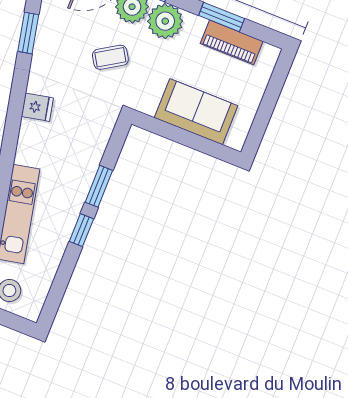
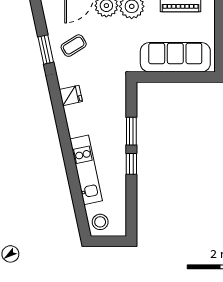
coffee table: (110, 57) -> (74, 46), moved
sofa: (196, 112) -> (175, 57), width x1.36

